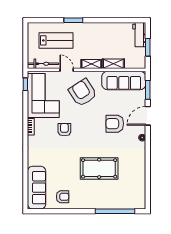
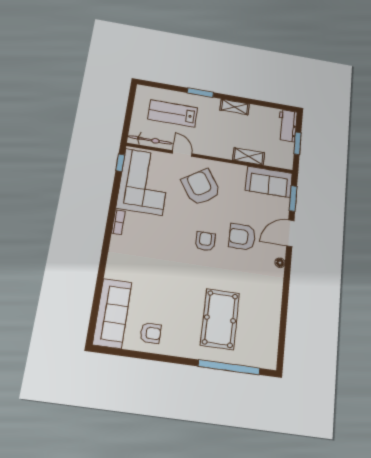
lab bench: (56, 40) -> (173, 113), turned 180
shelving: (91, 64) -> (235, 107), moved
sofa: (124, 80) -> (269, 182), width x0.73
armchair: (64, 130) -> (205, 241), moved
pool table: (99, 168) -> (220, 319), moved, turned 90

